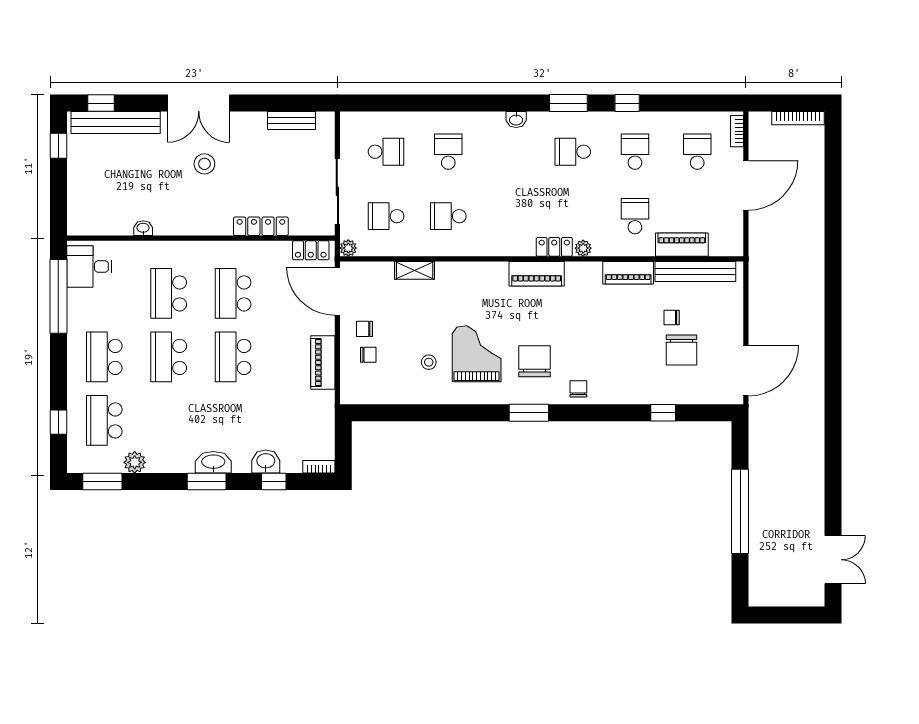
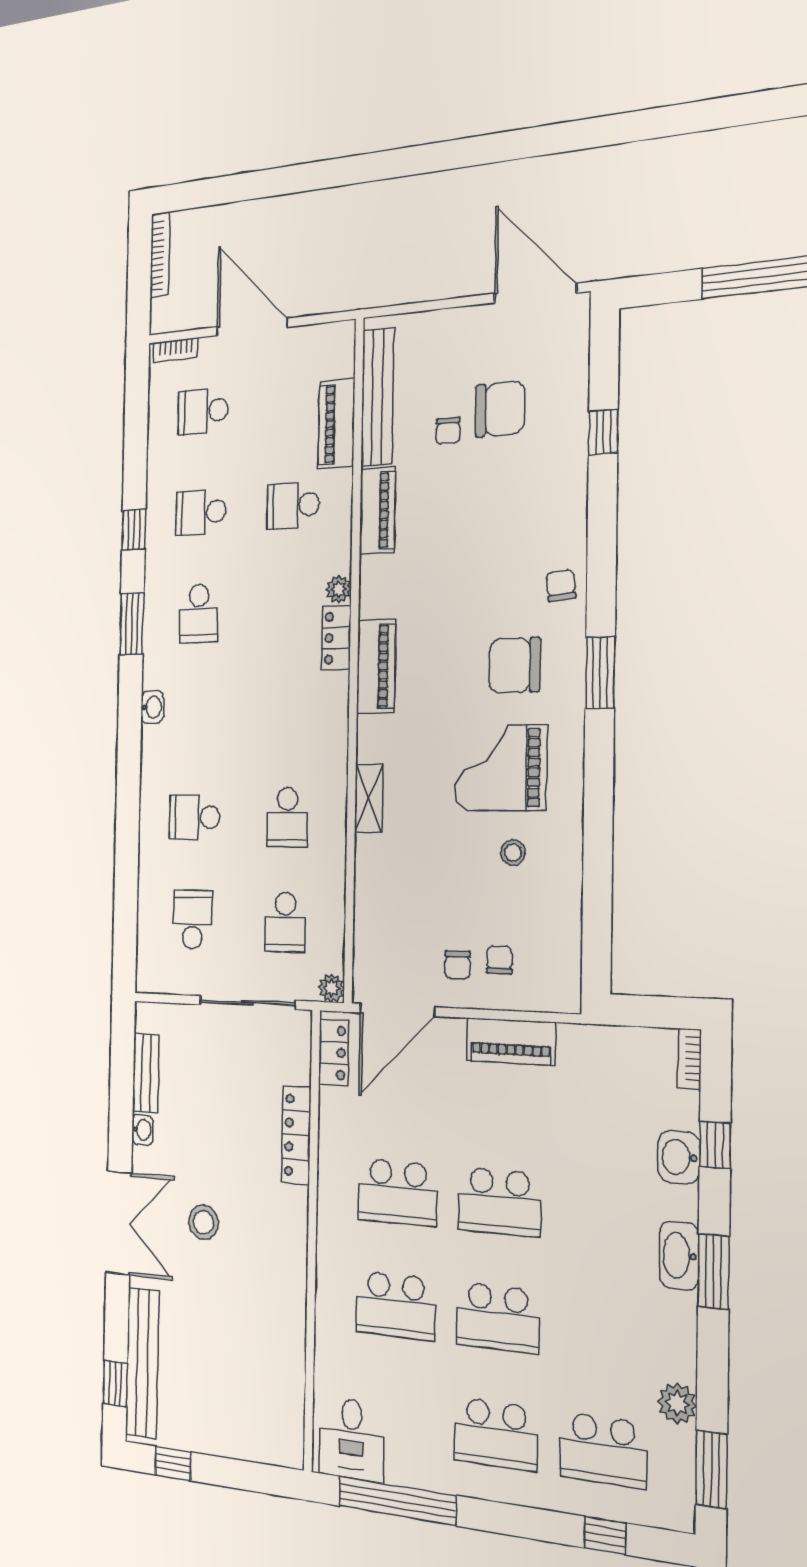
washbasin: (143, 228) -> (142, 1130), moved, turned 180
shelving: (415, 270) -> (369, 798), moved
chair: (578, 389) -> (561, 586), turned 84

